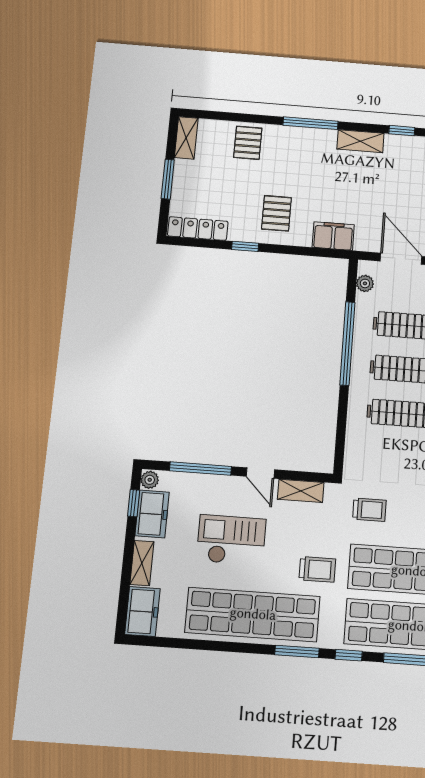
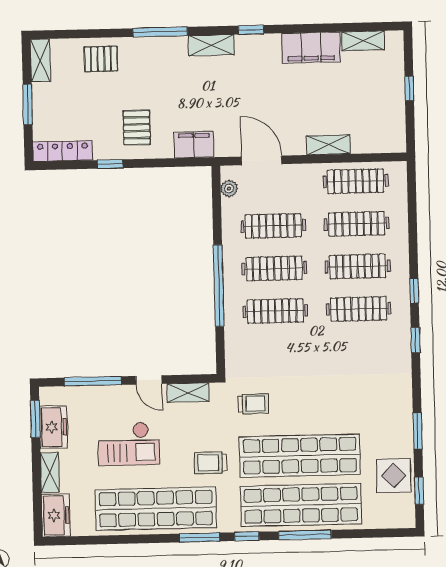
pallet: (248, 143) -> (101, 59), turned 90
window: (347, 343) -> (219, 286), moved
plant: (150, 480) -> (47, 396), removed
window: (134, 503) -> (35, 419), width x1.50
checkout: (231, 540) -> (129, 444), turned 180
trolley: (317, 569) -> (211, 463), turned 180

